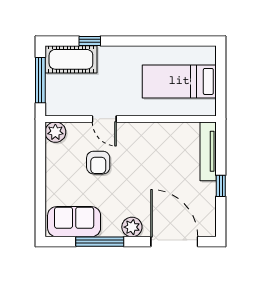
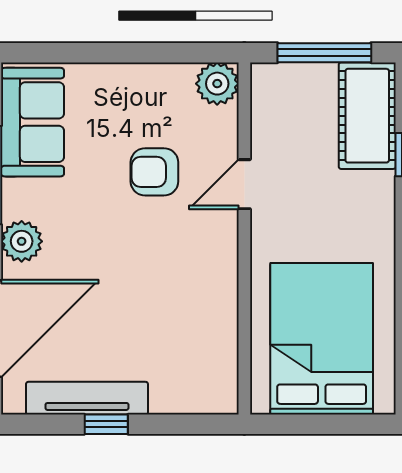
bed: (179, 81) -> (322, 339), width x1.50
tv unit: (208, 151) -> (87, 398), moved

